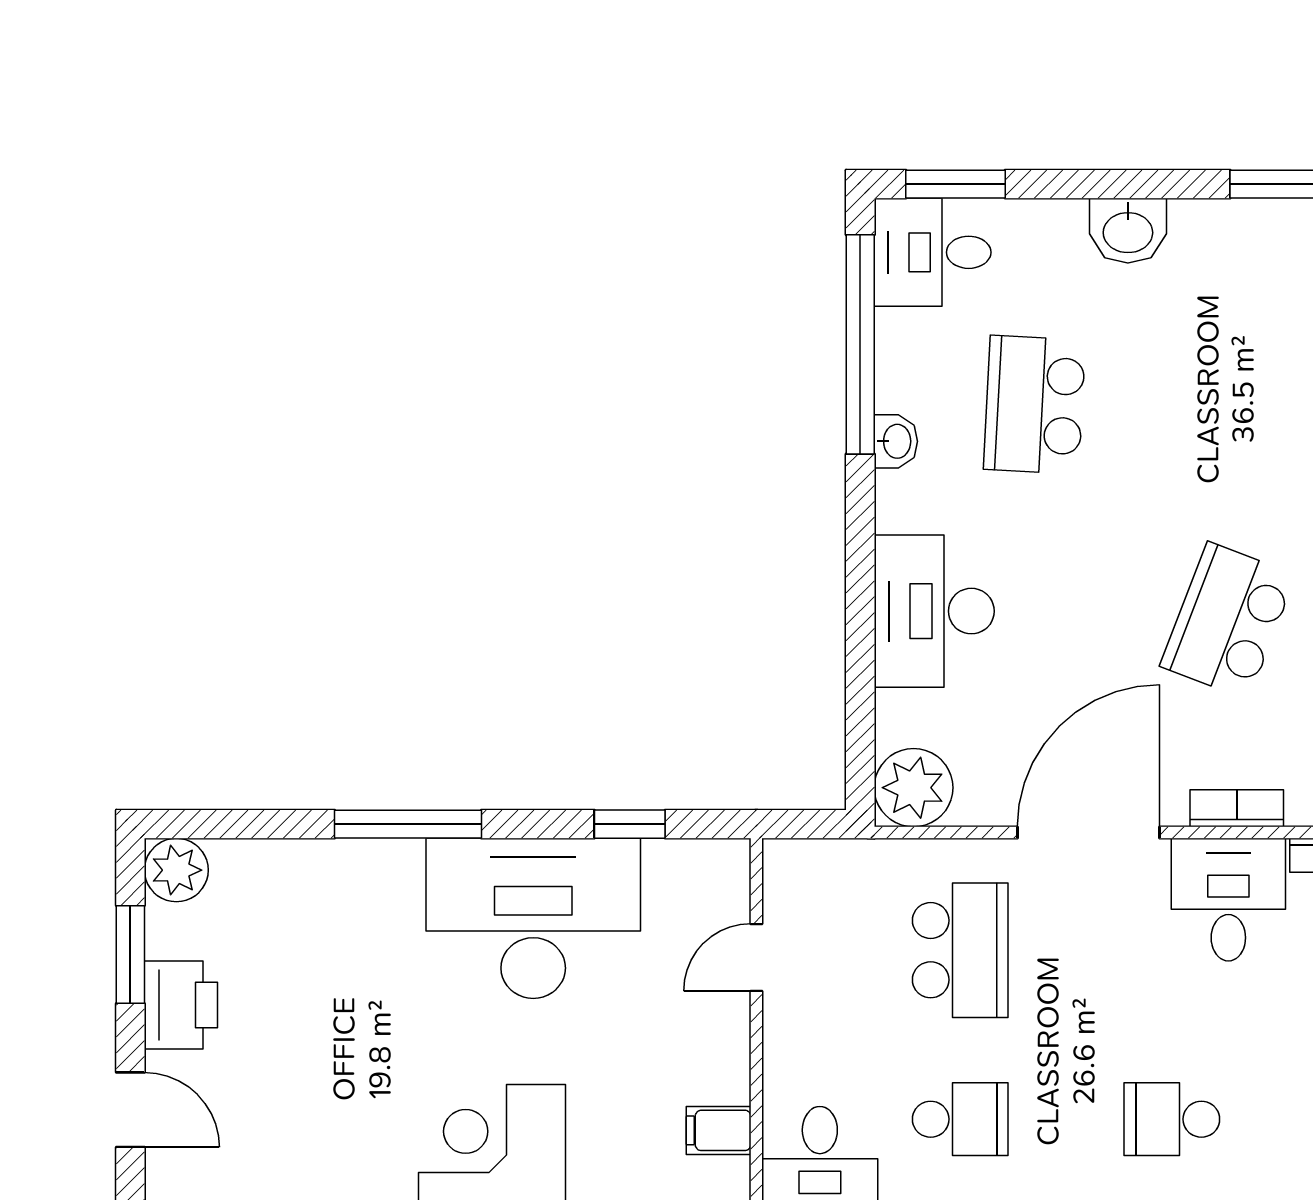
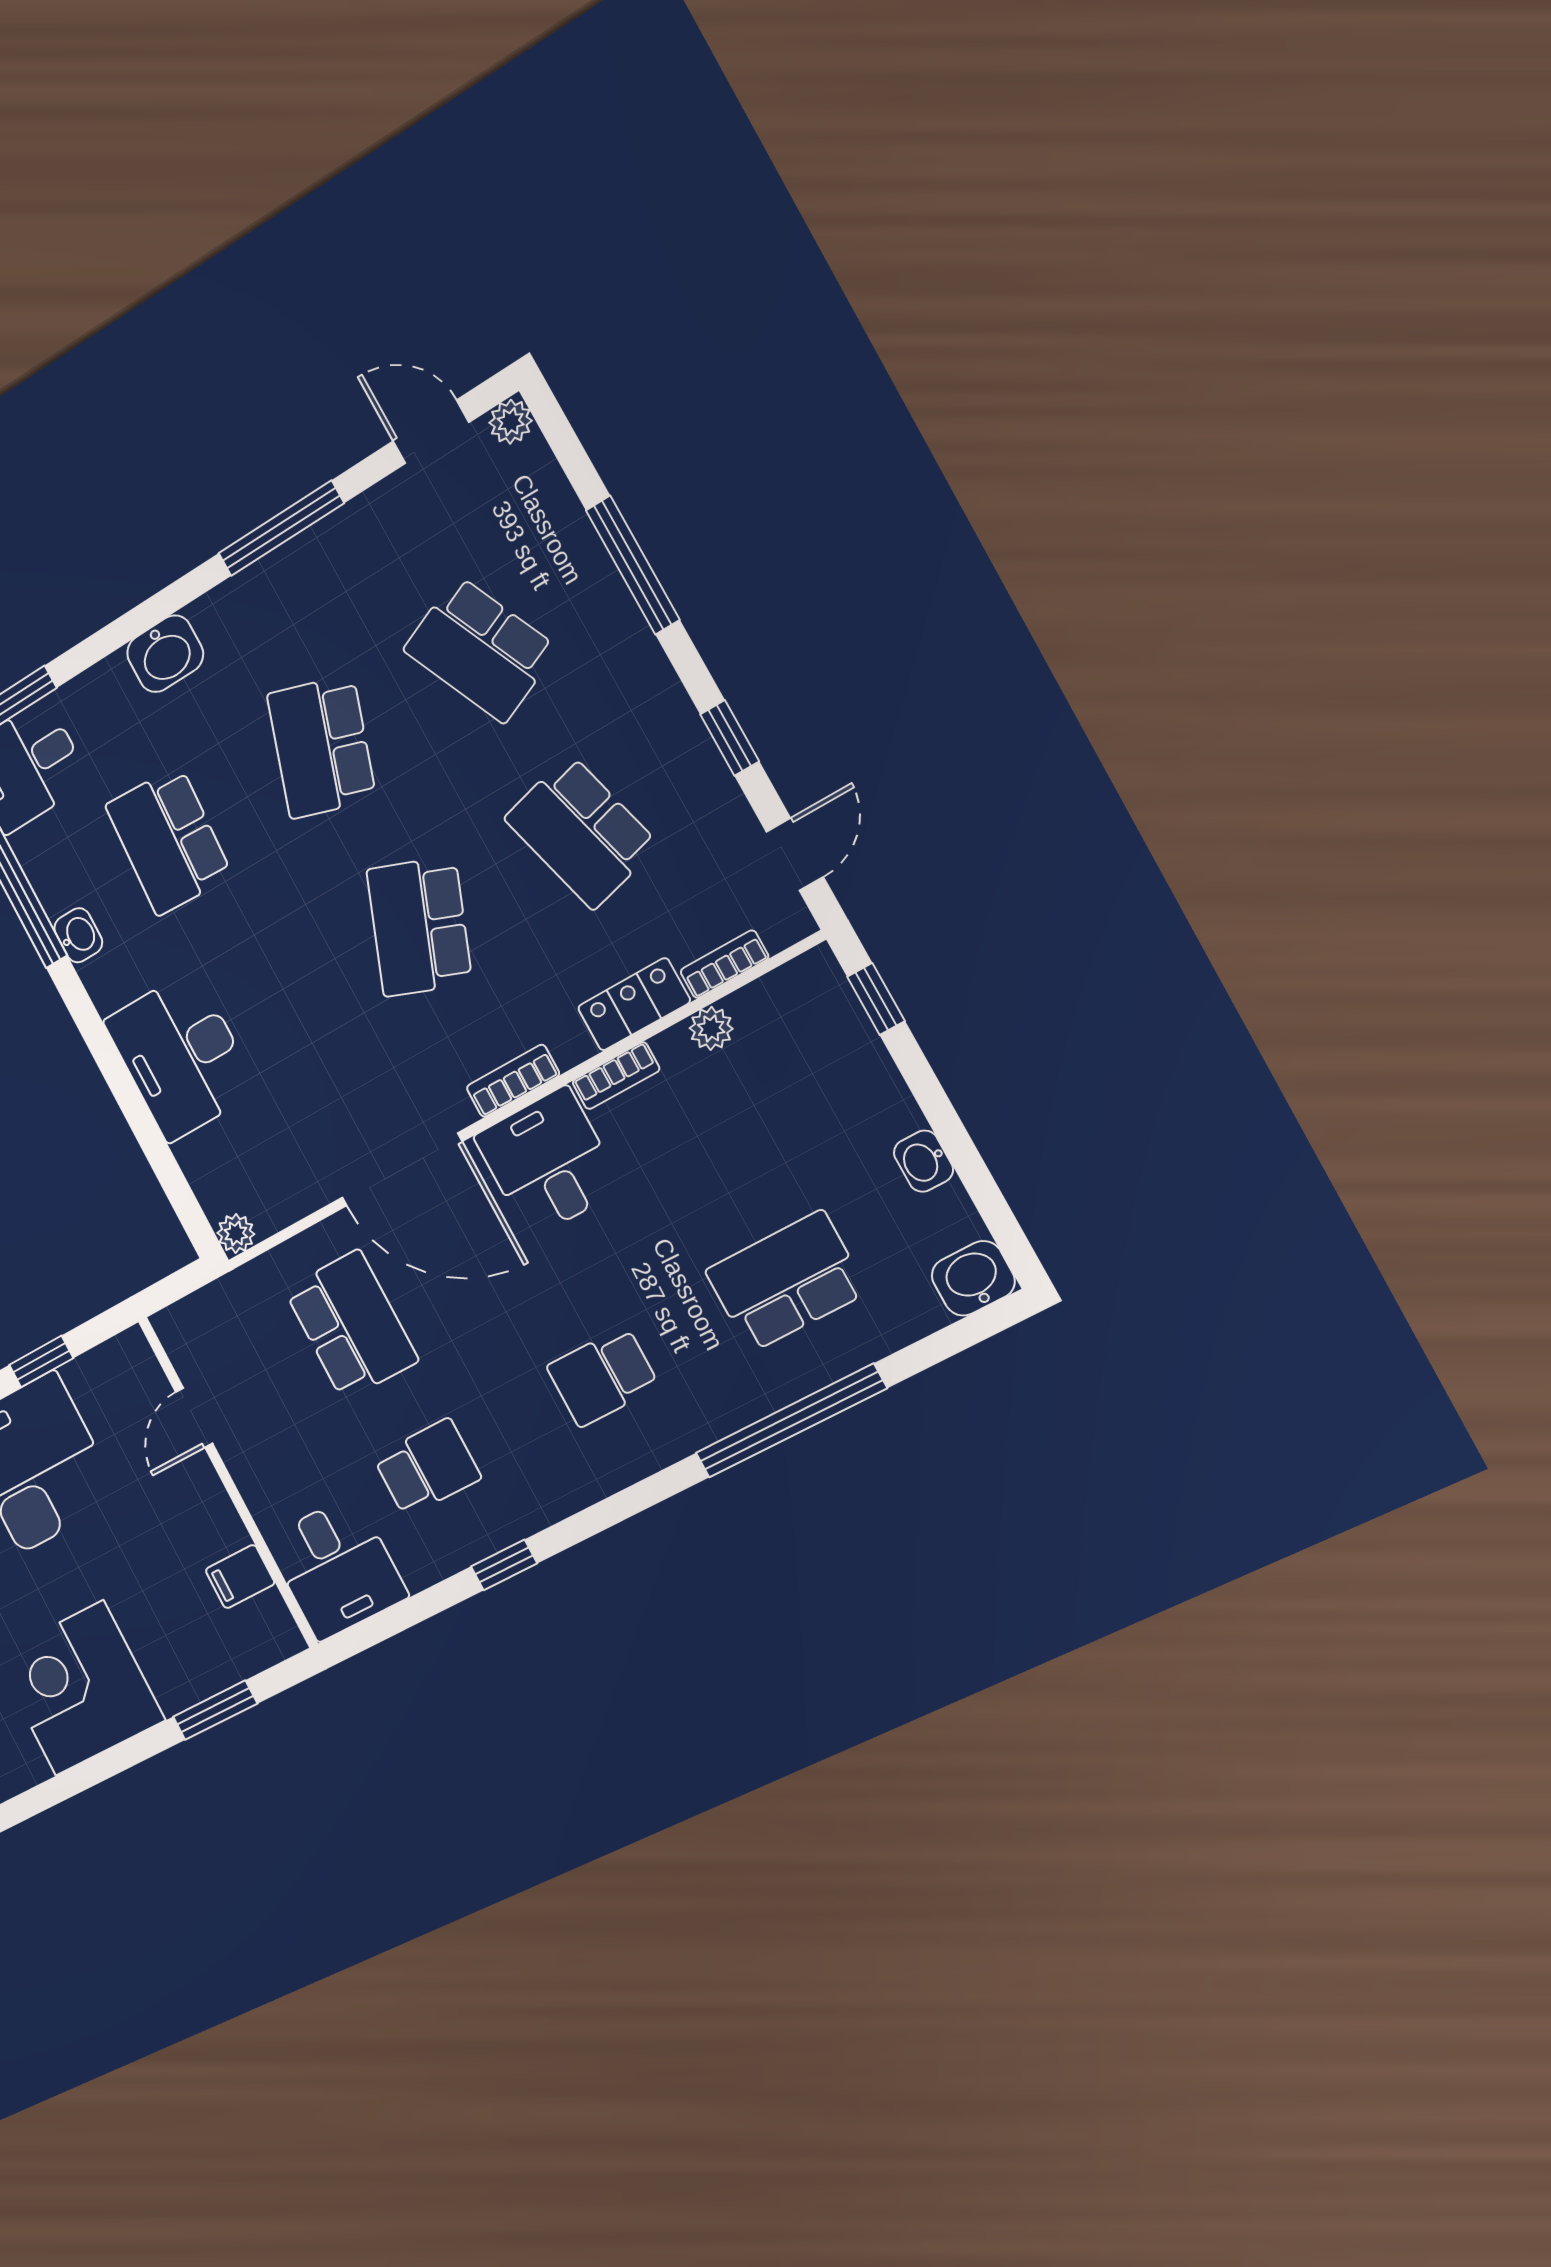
school desk: (1228, 405) -> (321, 747), added
plant: (914, 788) -> (236, 1233), width x0.53, depth x0.53
door: (1089, 833) -> (402, 1170), swing flipped

